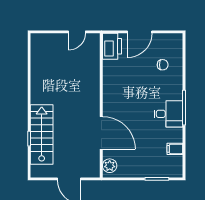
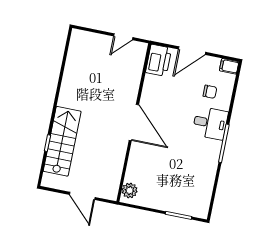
desk: (168, 114) -> (210, 123), moved
door: (101, 133) -> (134, 122), moved
filing cabinet: (175, 149) -> (229, 66), moved

